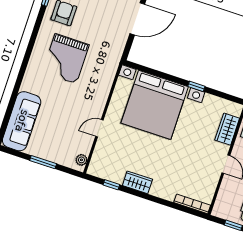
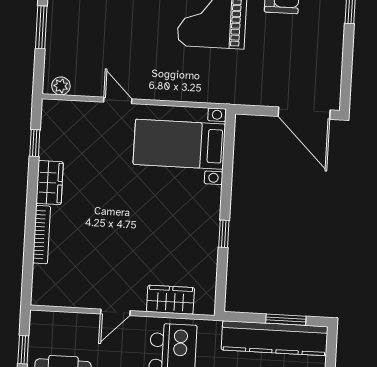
bed with nightstands: (155, 105) -> (179, 144), width x0.54
bookcase: (192, 204) -> (42, 235), moved

